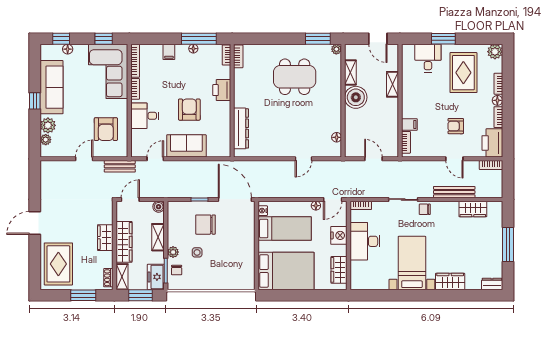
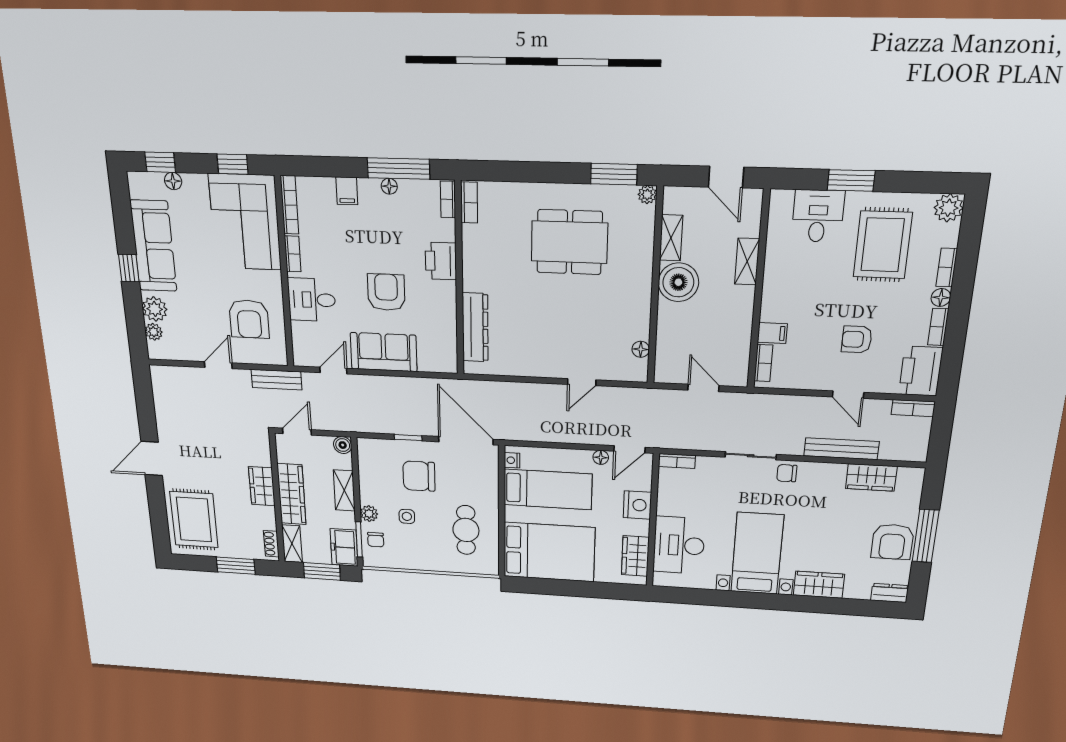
desk: (365, 241) -> (679, 545), moved
armchair: (490, 250) -> (892, 542), added
cafe table: (234, 259) -> (466, 530), added

